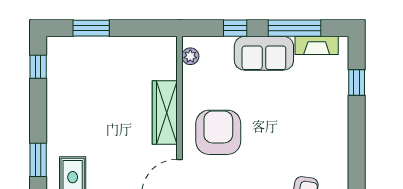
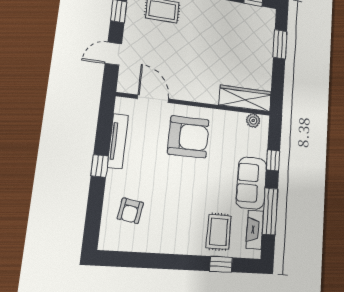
rug: (322, 88) -> (219, 232), added
wardrobe: (165, 112) -> (245, 98), moved

